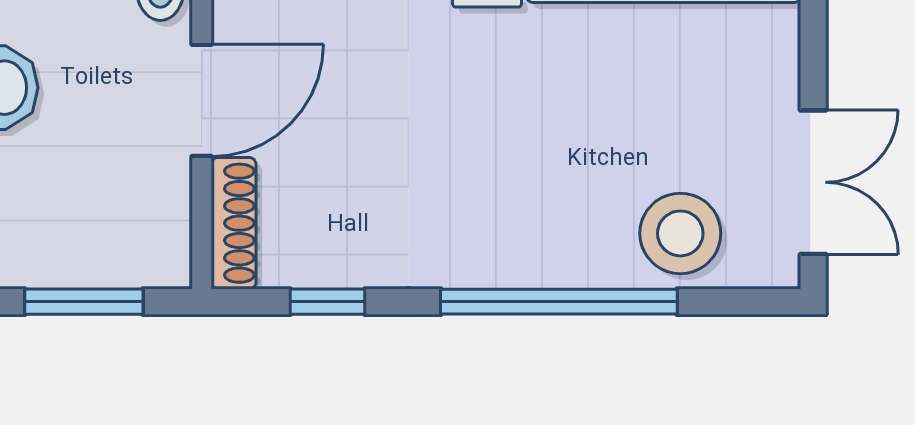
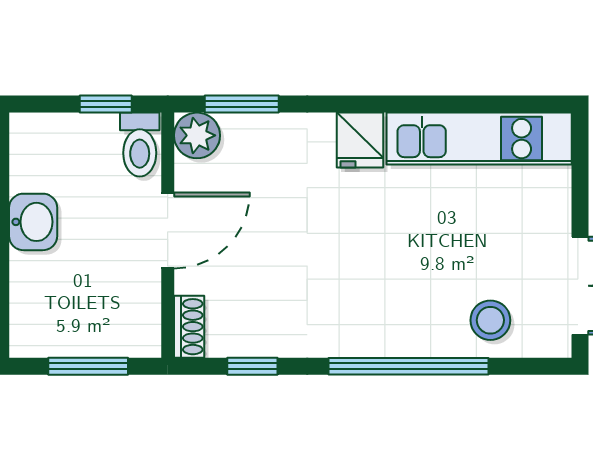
shoe rack: (234, 223) -> (189, 327), width x0.70
stool: (680, 233) -> (490, 320), width x0.73, depth x0.73

